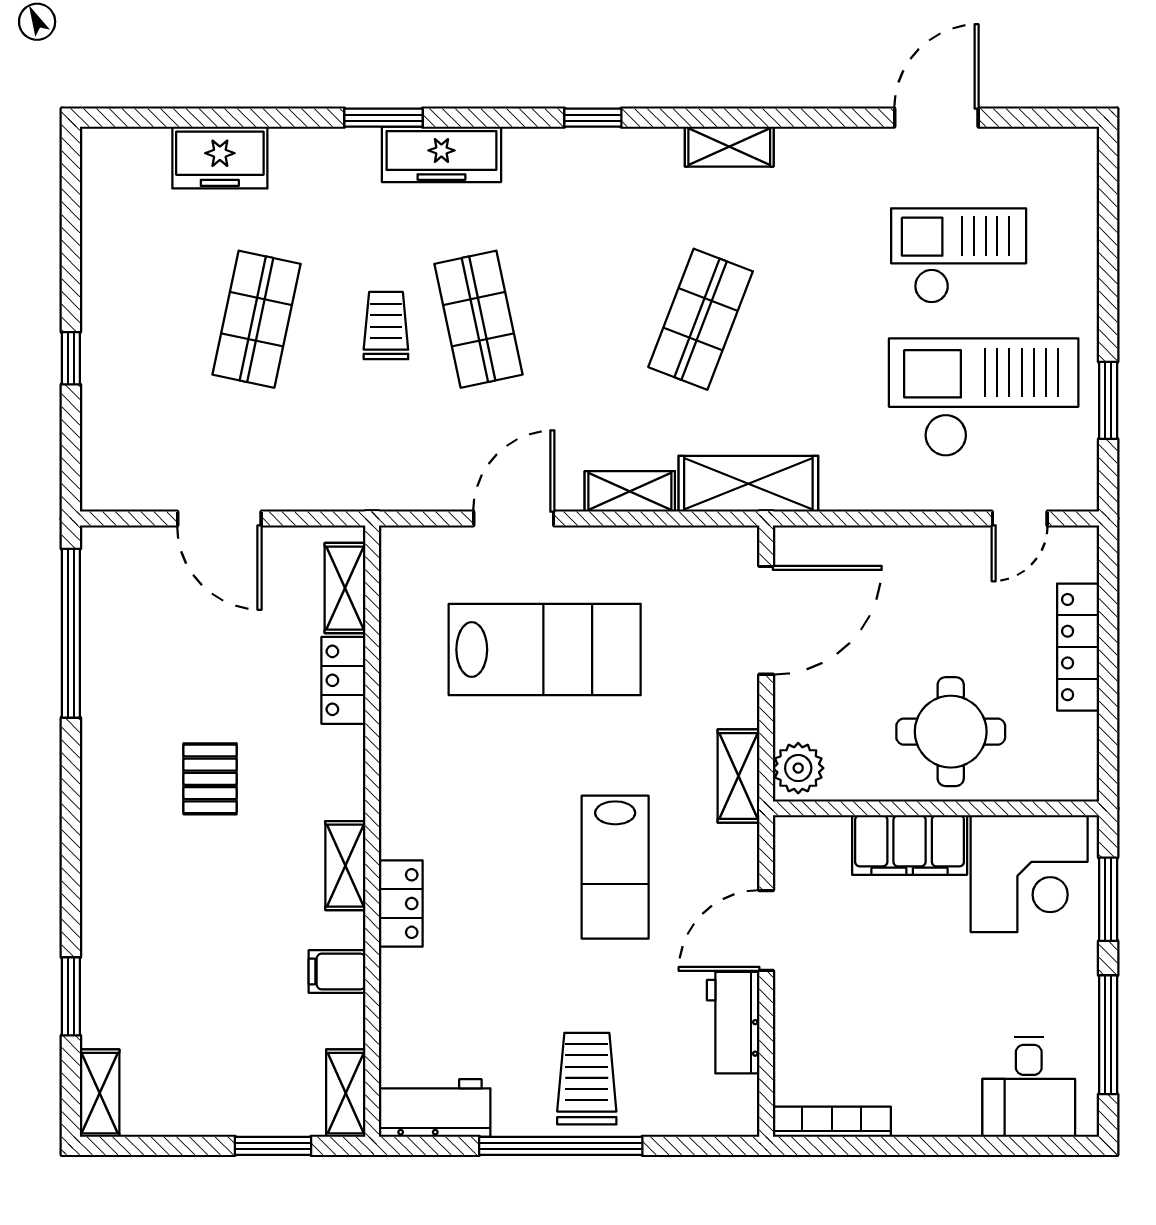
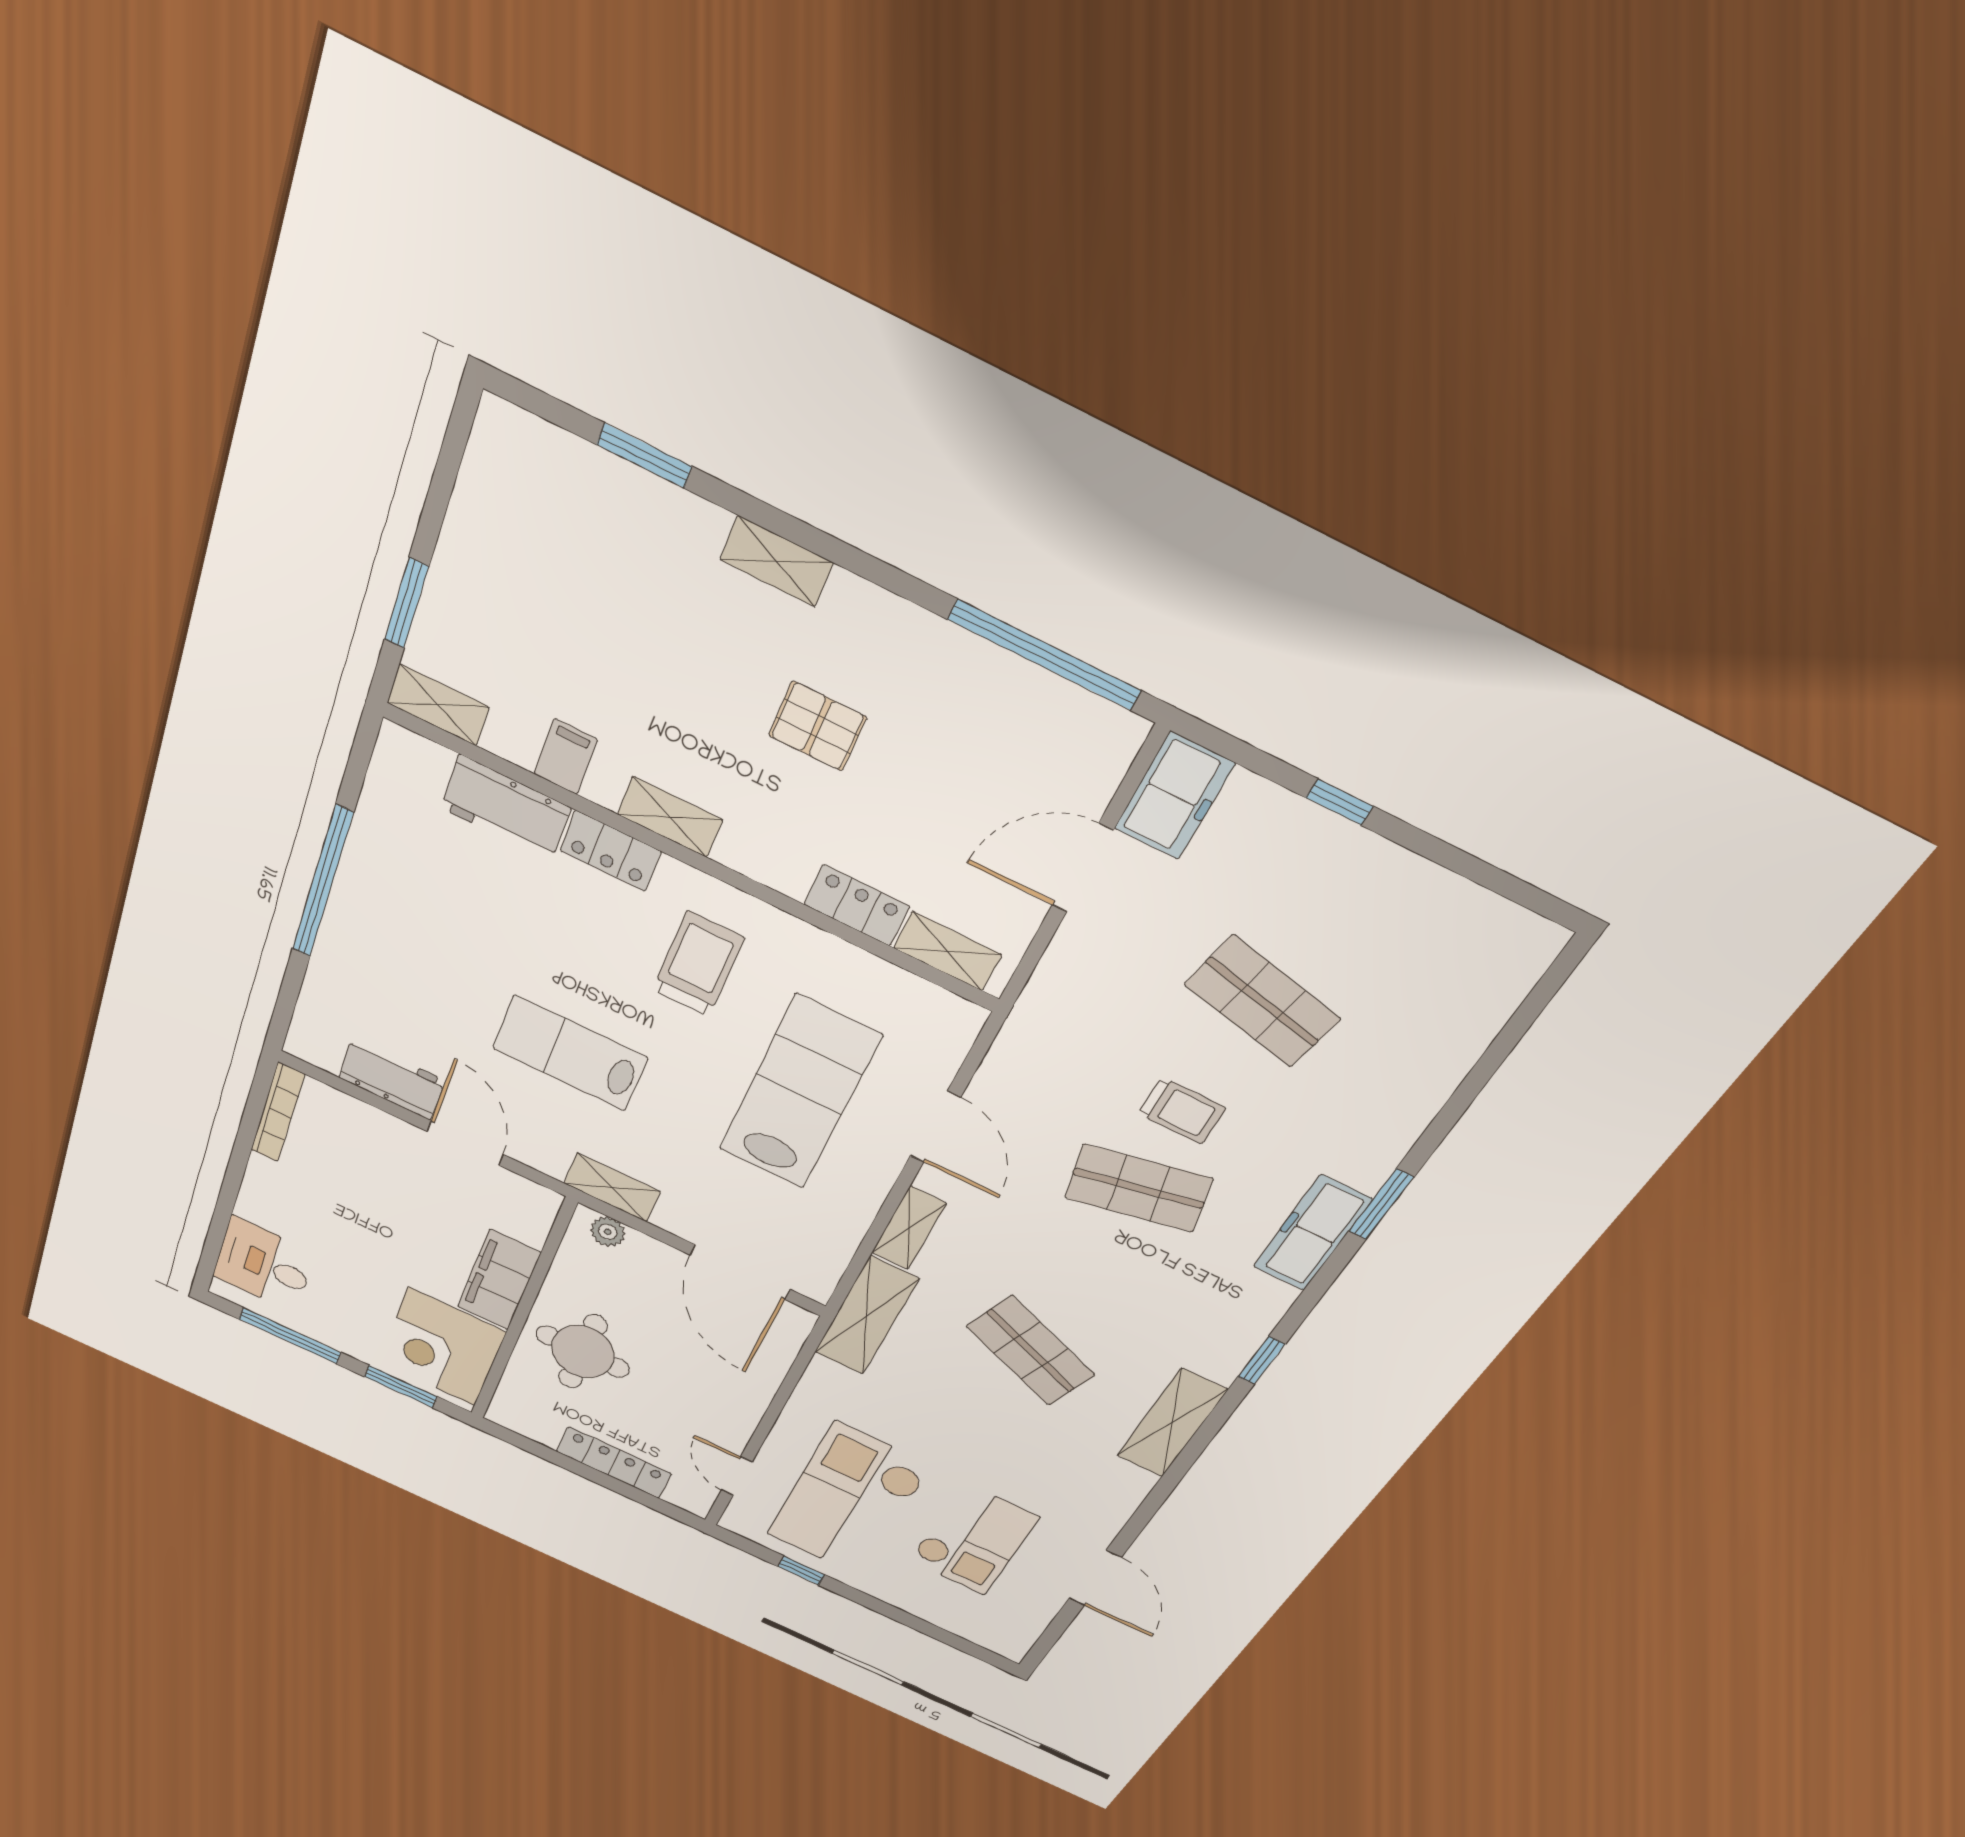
shelving: (729, 147) -> (1172, 1423), width x1.50, depth x1.33
freezer: (220, 158) -> (1174, 796), moved, turned 180
checkout: (984, 397) -> (848, 1500), turned 180
window: (1108, 400) -> (801, 1571), width x0.67
lab bench: (545, 650) -> (799, 1093), turned 180
plant: (798, 768) -> (608, 1232), width x0.73, depth x0.73
trolley: (587, 1079) -> (698, 964), moved, turned -90
shelving: (100, 1093) -> (777, 561), moved
workbench: (435, 1108) -> (506, 808), moved, turned 90

